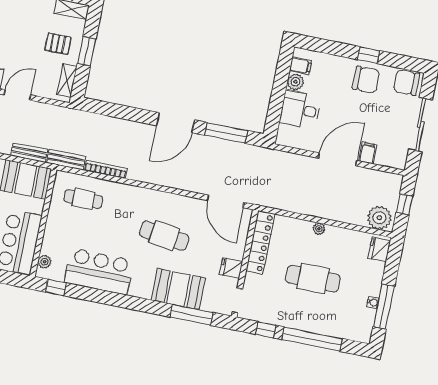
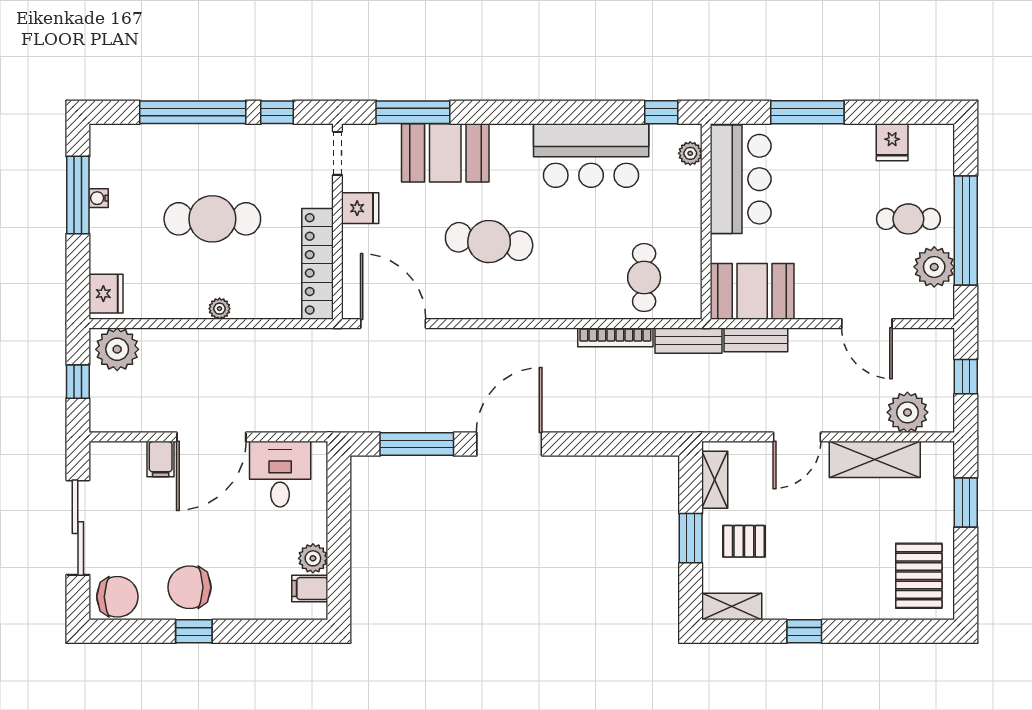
desk: (300, 110) -> (280, 474), moved, turned -90
cafe table: (83, 199) -> (644, 278), turned 90

